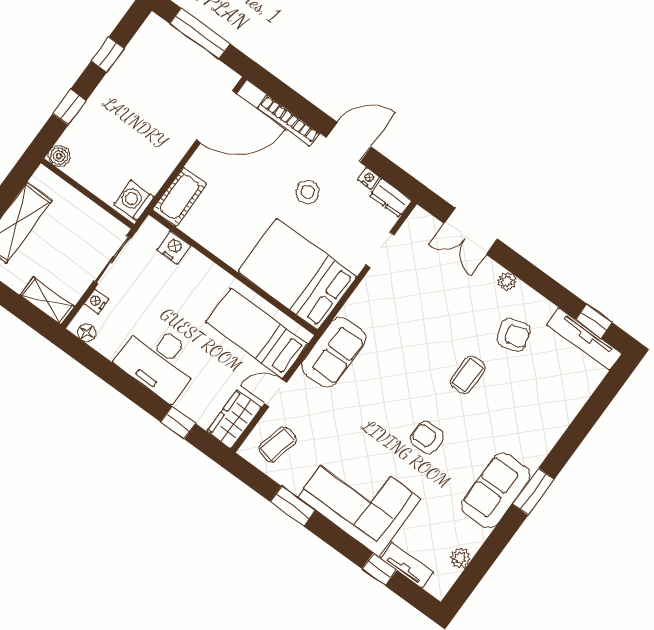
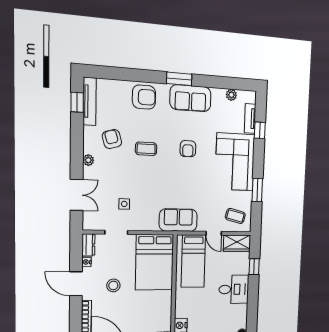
side table: (412, 289) -> (124, 204), added
desk: (159, 361) -> (234, 289), width x0.73
armchair: (541, 422) -> (144, 97), added

